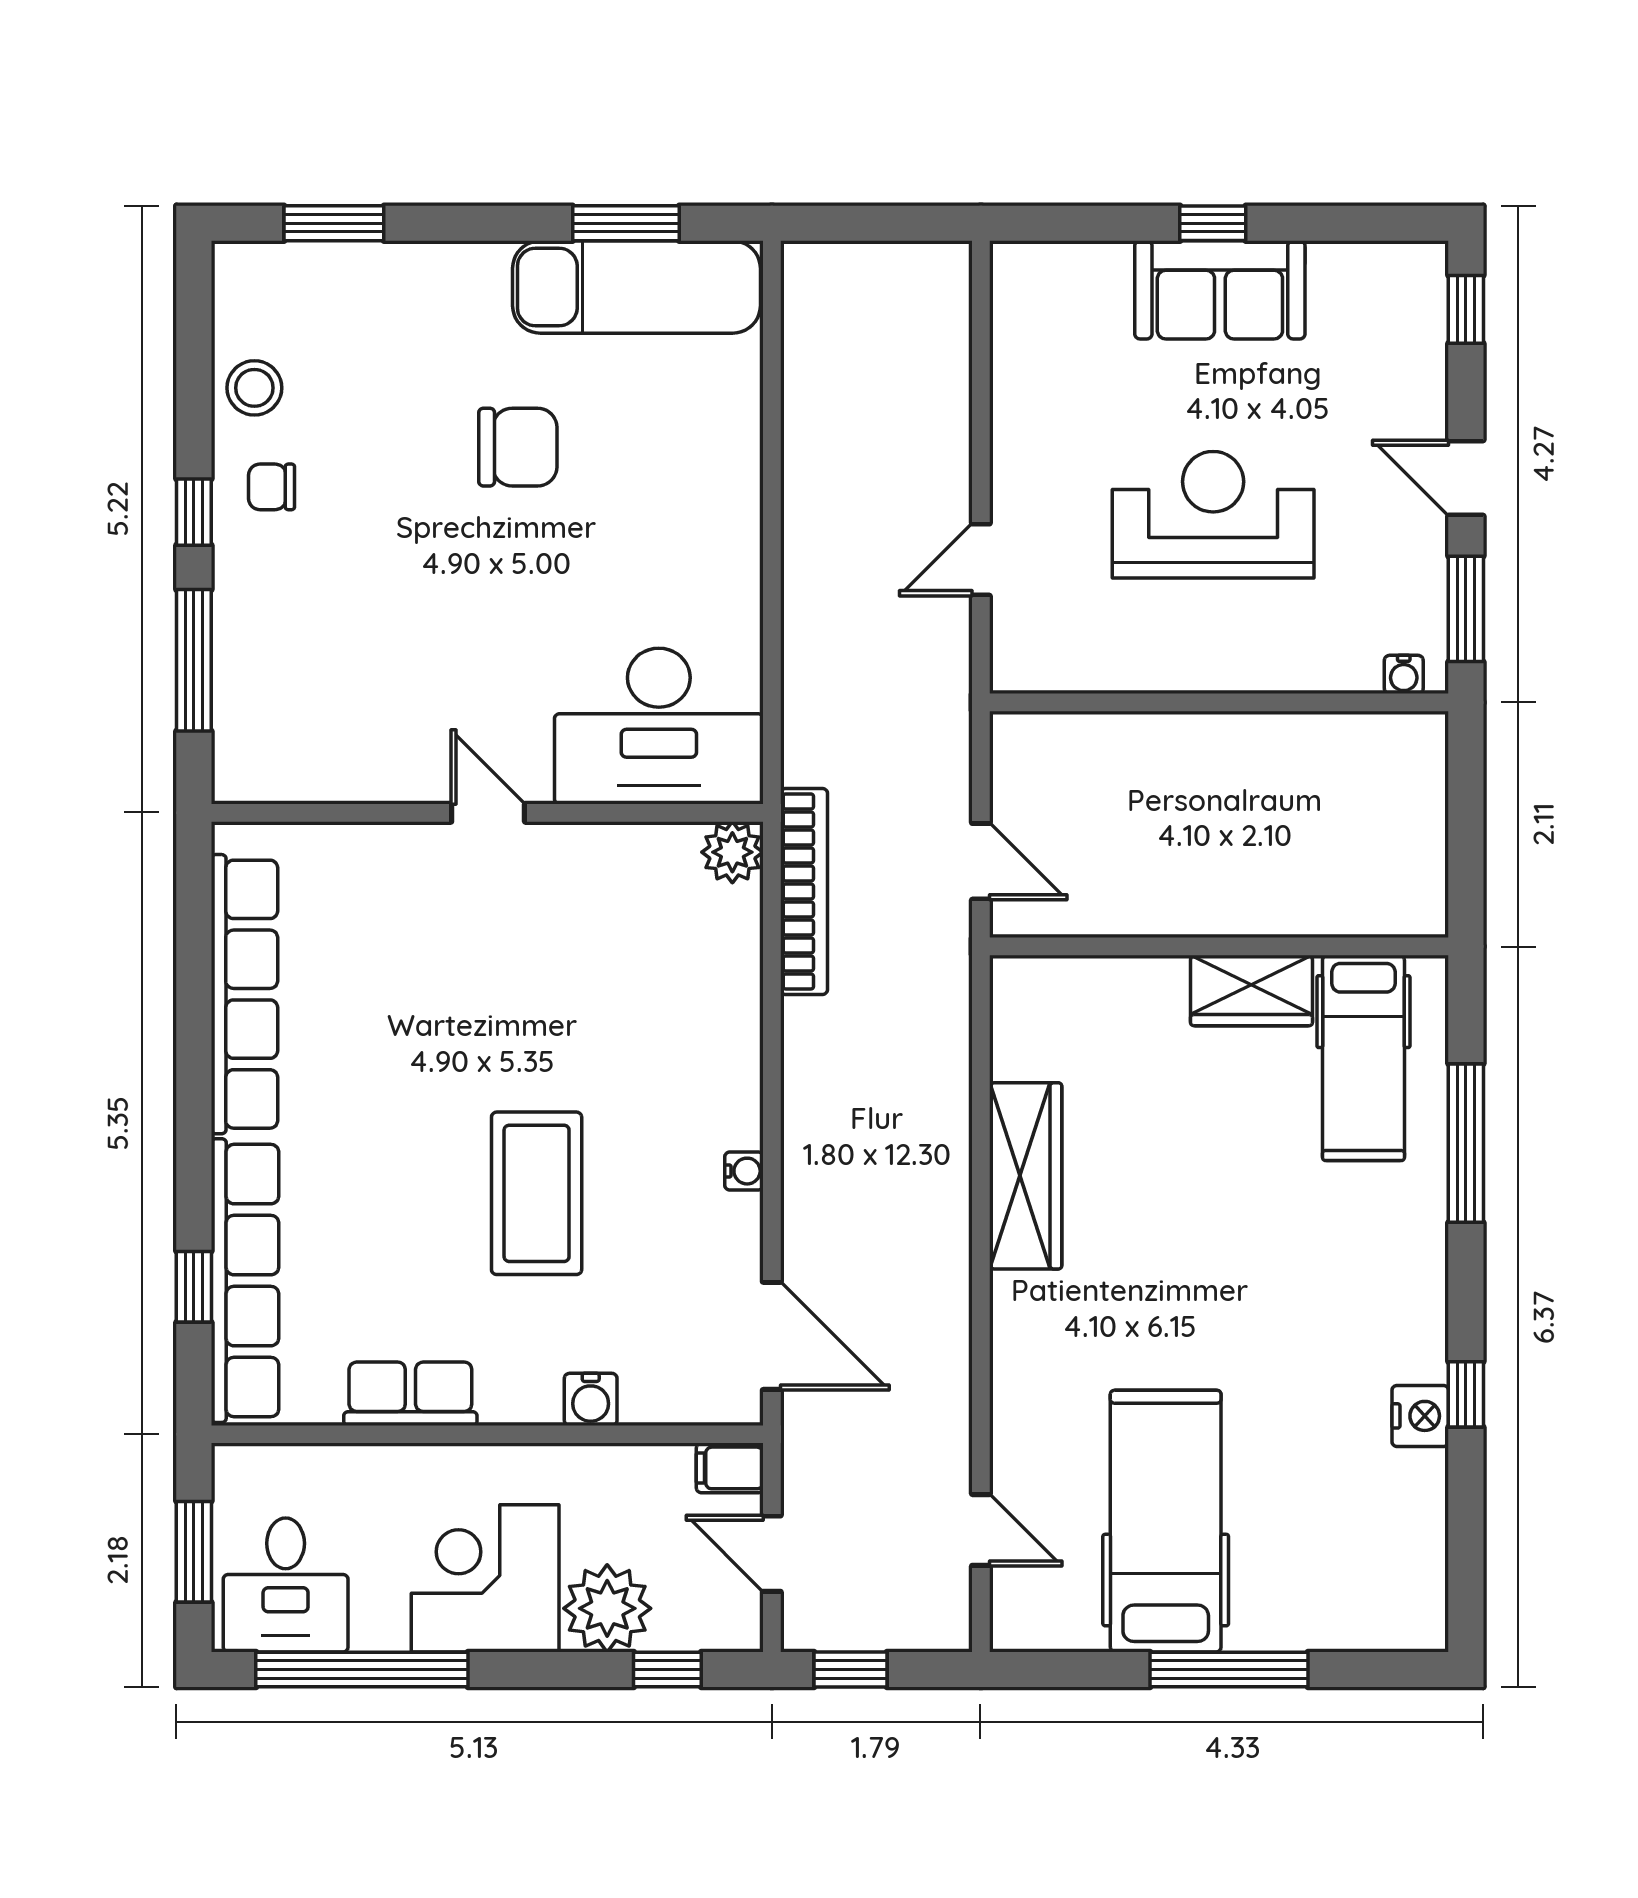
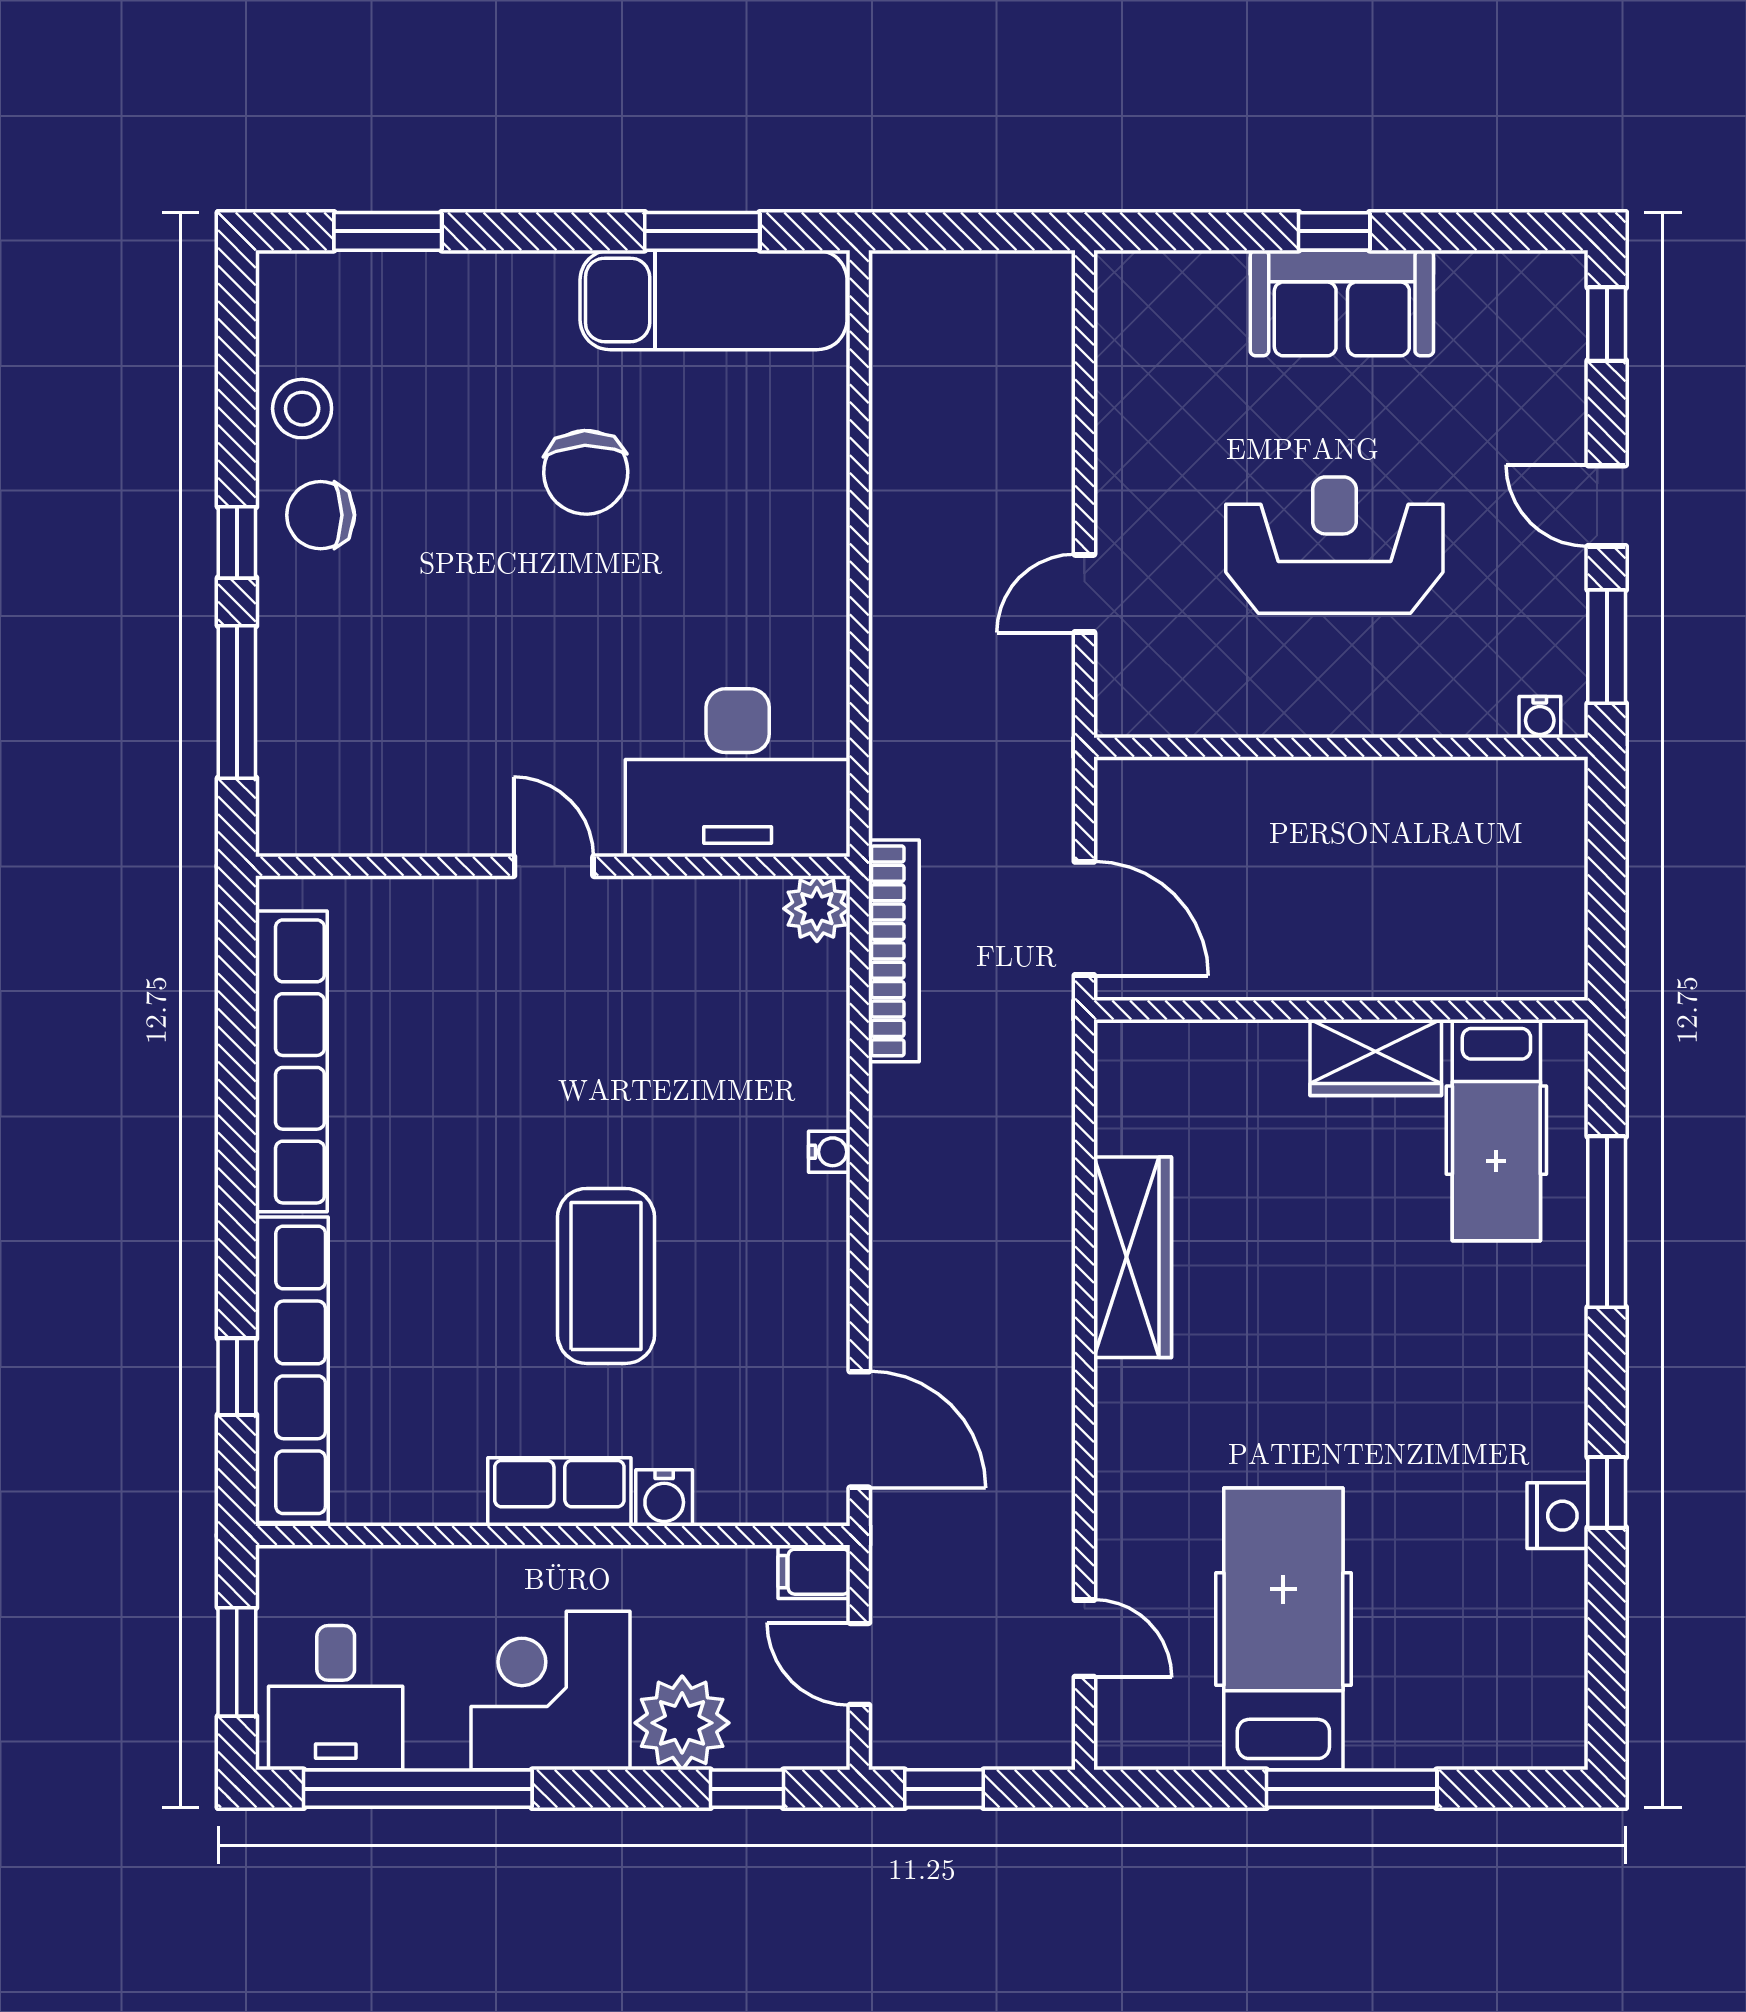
chair: (518, 447) -> (586, 472), turned 88
chair: (272, 487) -> (321, 515), width x1.37, depth x1.37
door: (981, 861) -> (1084, 918), width x1.38
water cooler: (744, 1171) -> (829, 1152), moved
row of seats: (410, 1394) -> (559, 1492), moved

